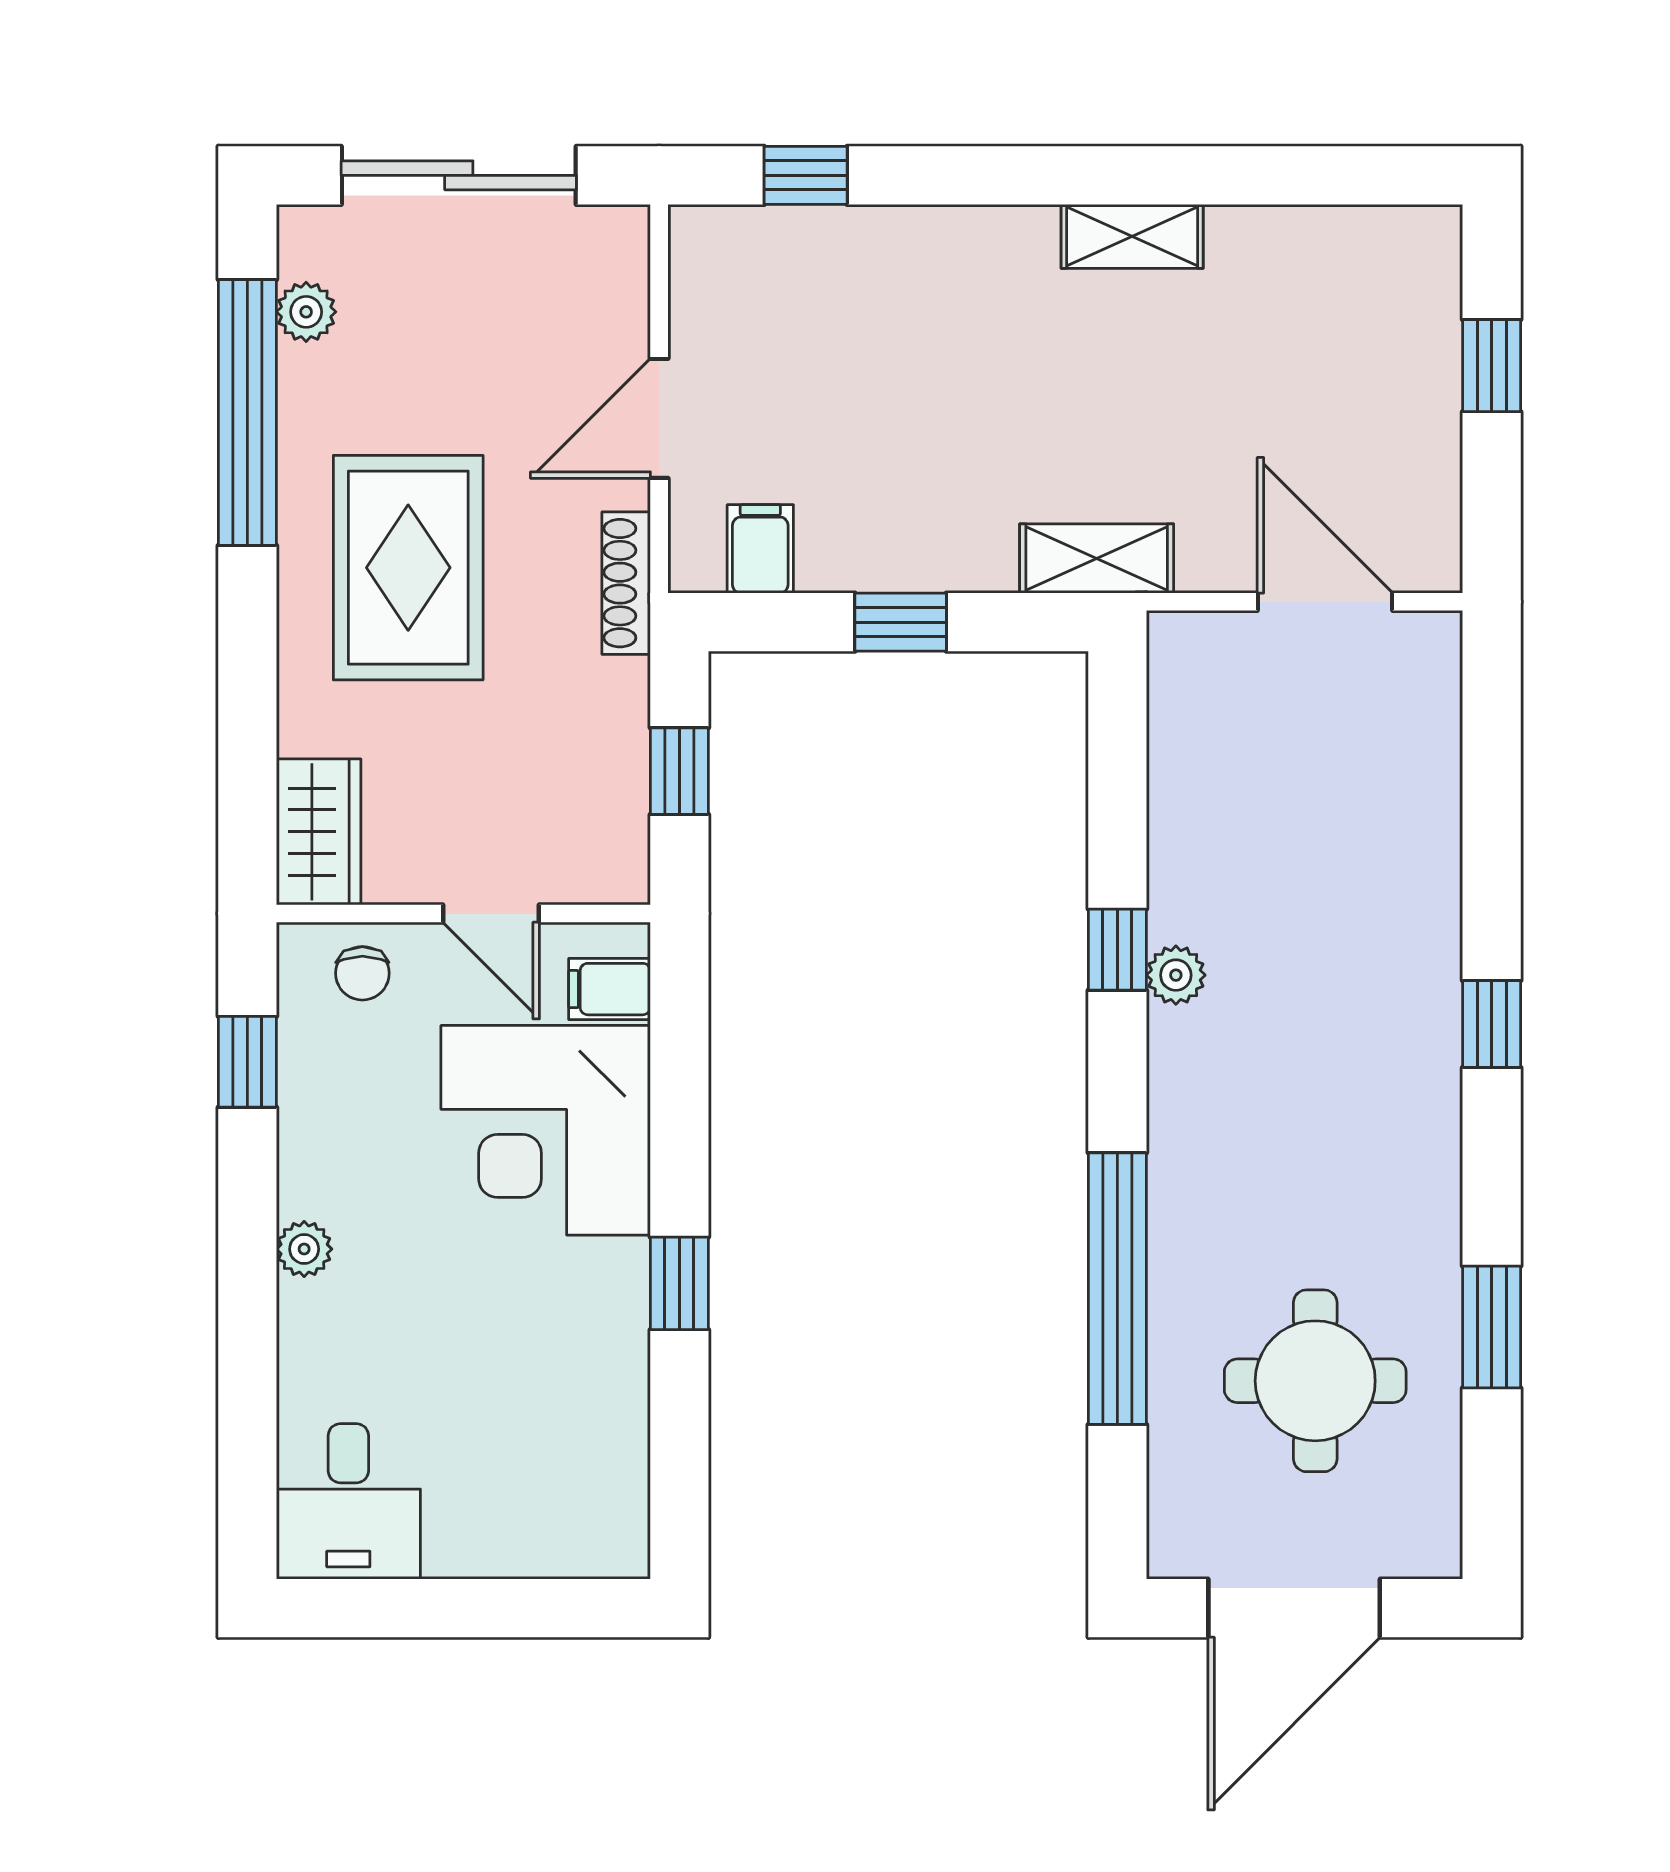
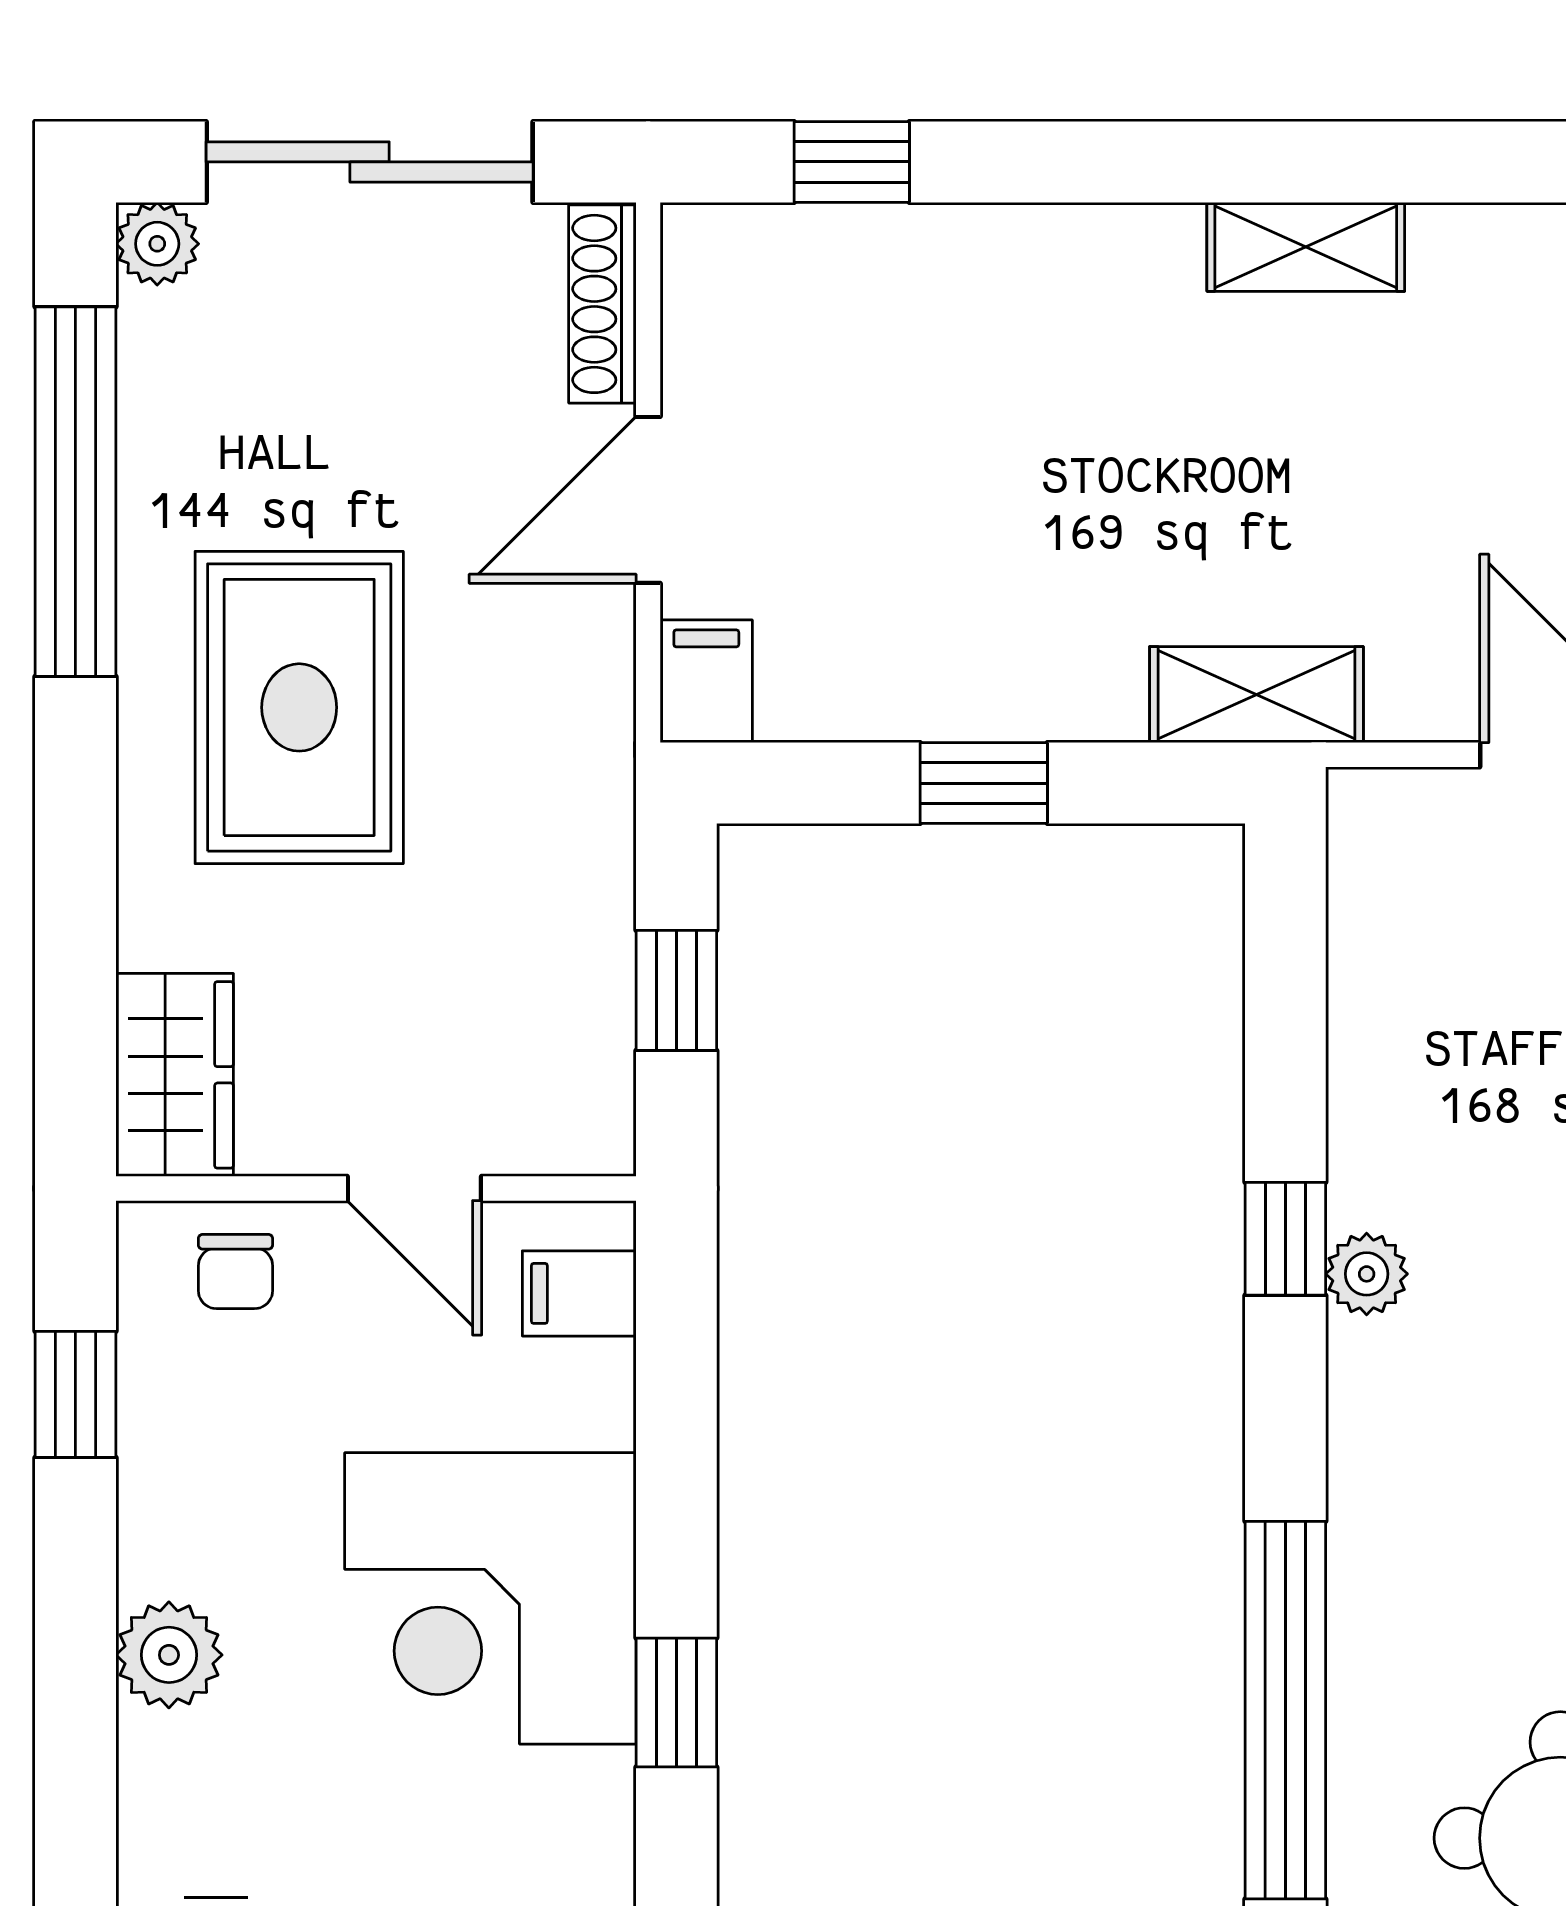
plant: (306, 312) -> (157, 244), moved
filing cabinet: (760, 549) -> (706, 681), moved
shoe rack: (626, 583) -> (602, 304), moved
corner desk: (546, 1130) -> (490, 1598), moved
plant: (304, 1249) -> (169, 1655), width x1.38, depth x1.38

